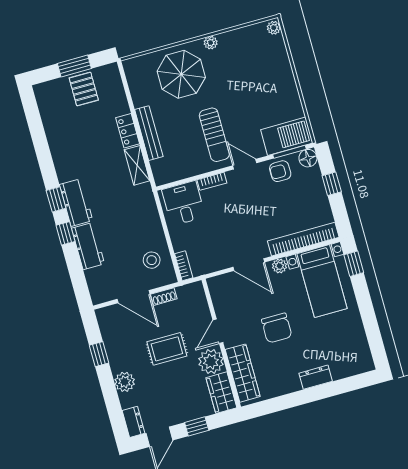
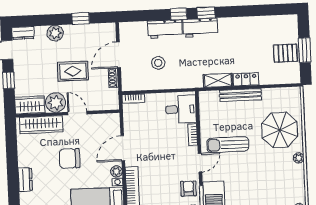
stool: (152, 260) -> (158, 63), moved
rug: (167, 349) -> (73, 71), turned 90

